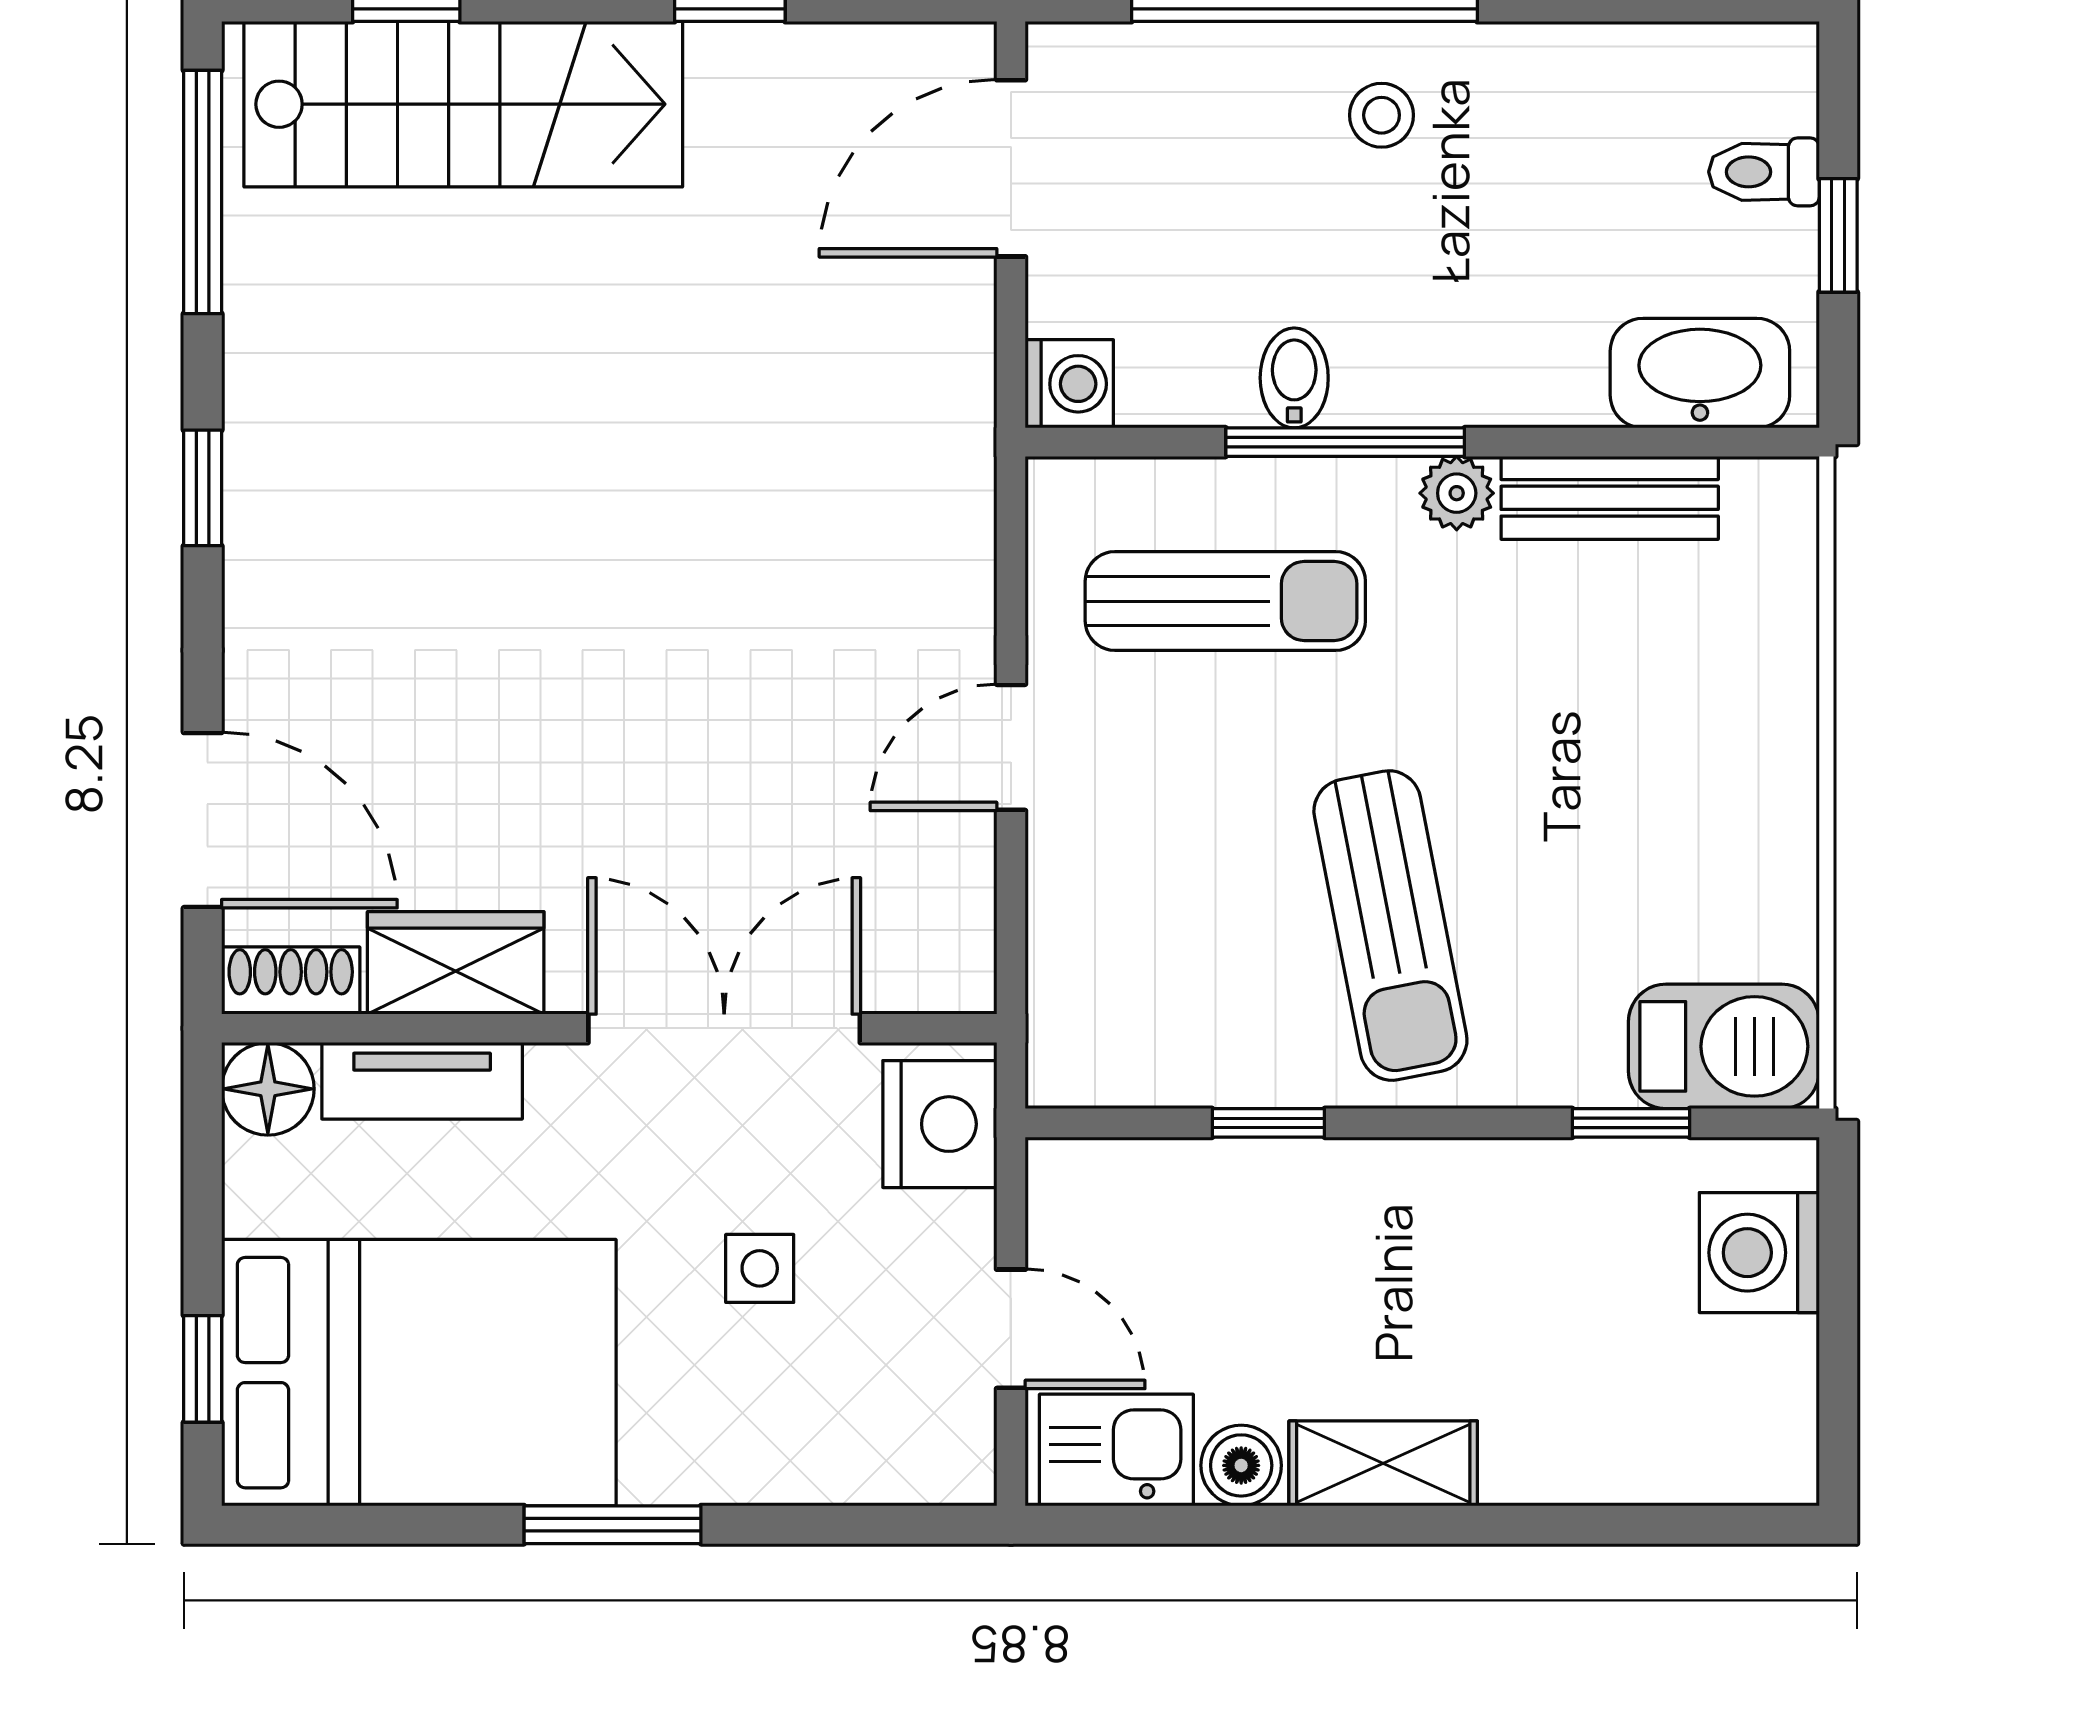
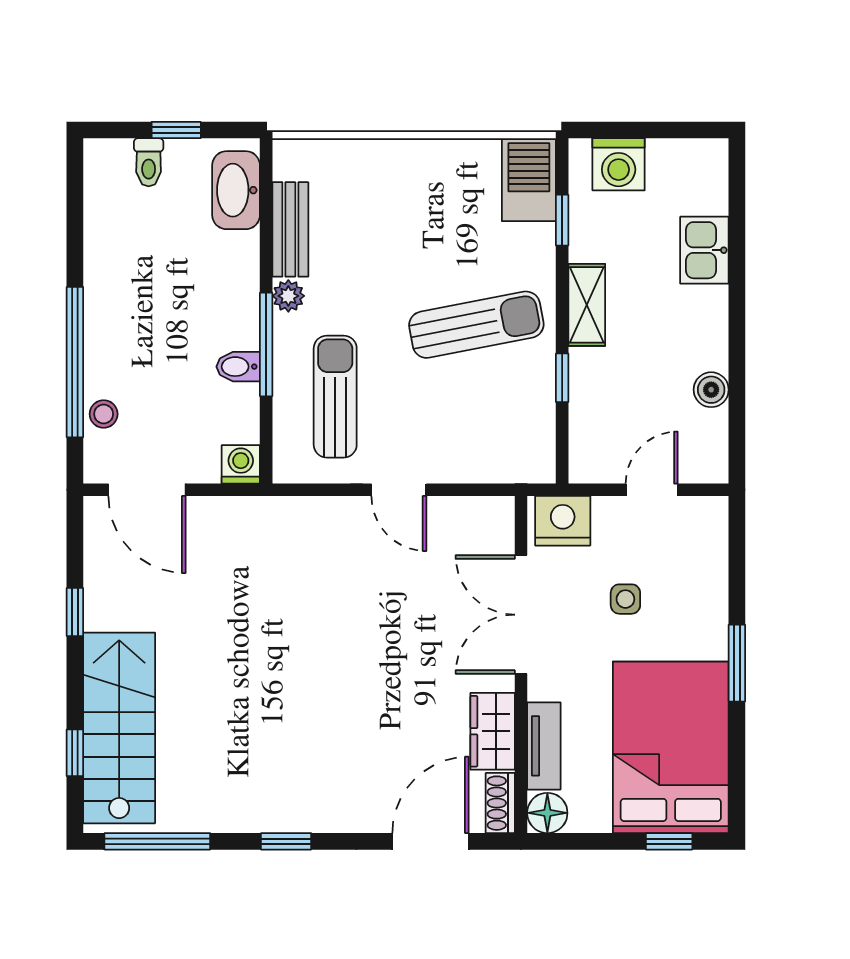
stool: (1382, 115) -> (104, 414), moved
kitchen sink: (1116, 1450) -> (704, 250), moved
shelving: (1383, 1463) -> (587, 305), moved

